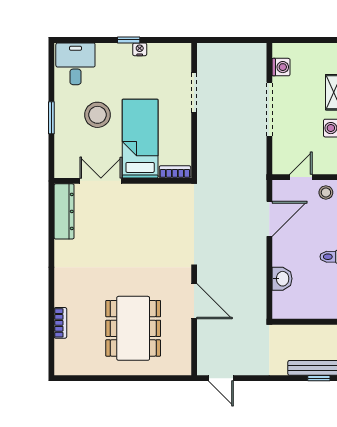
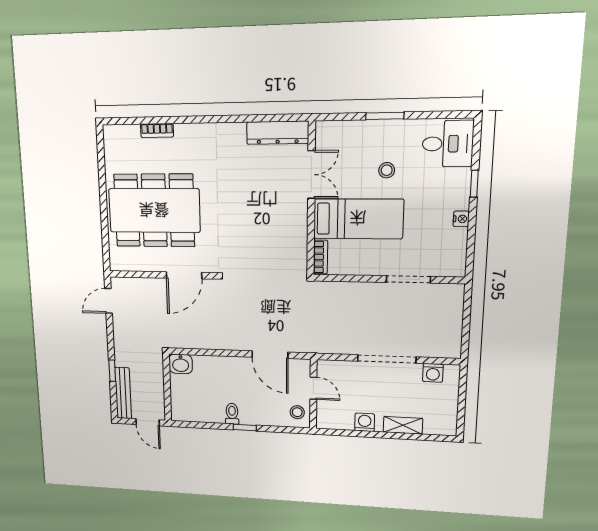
window: (129, 40) -> (474, 184), moved
stool: (97, 115) -> (387, 170), width x0.53, depth x0.53
washbasin: (282, 279) -> (181, 364), moved
dining table: (133, 328) -> (154, 211), width x1.36, depth x1.24
window: (319, 378) -> (112, 371), moved

